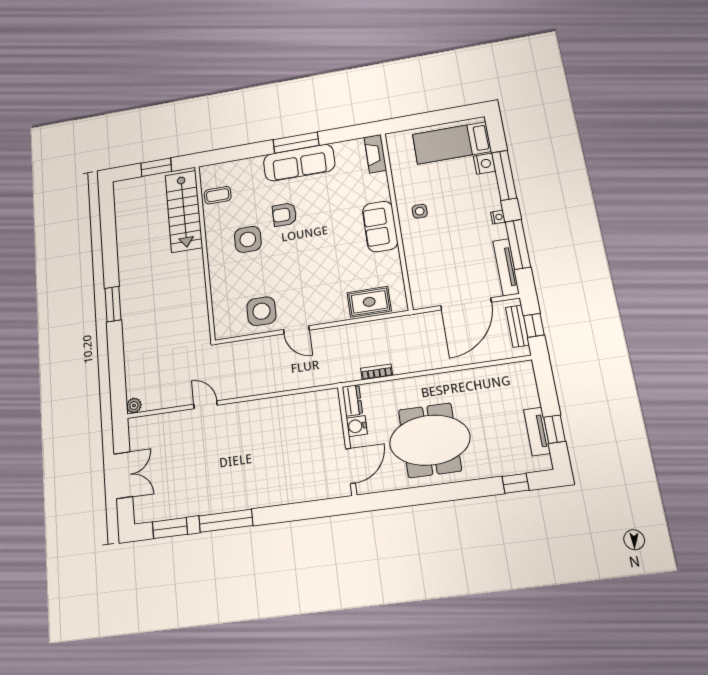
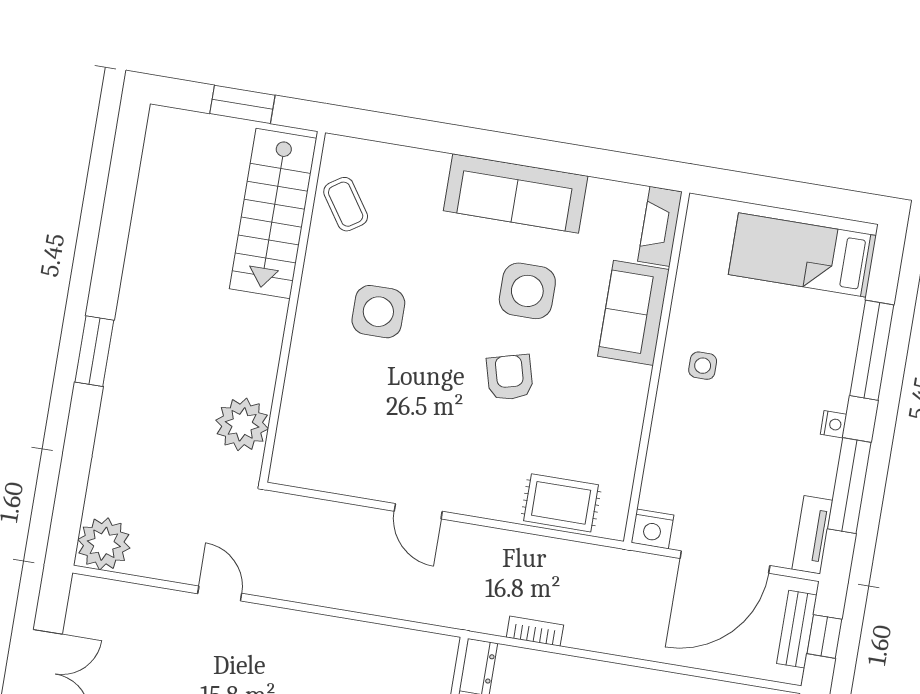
window: (296, 143) -> (522, 151), removed
nightstand: (484, 164) -> (652, 529), moved, turned 90
coffee table: (218, 195) -> (346, 204), turned 56
armchair: (284, 215) -> (510, 377), moved, turned 75
sofa: (380, 226) -> (633, 313), moved
tv unit: (506, 267) -> (812, 535), width x0.71
side table: (261, 311) -> (527, 291), moved
plant: (195, 316) -> (242, 424), added
plant: (134, 406) -> (104, 544), width x1.88, depth x1.88

